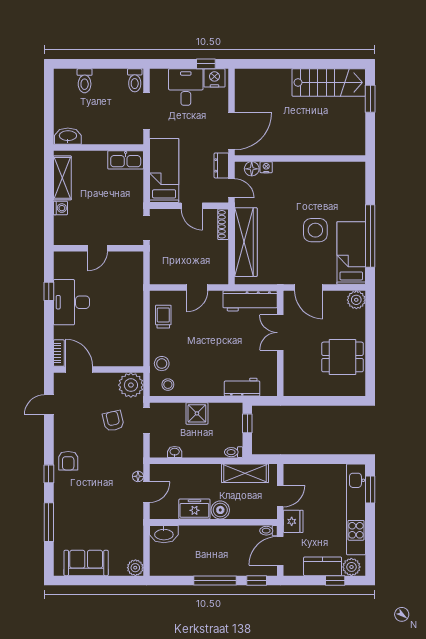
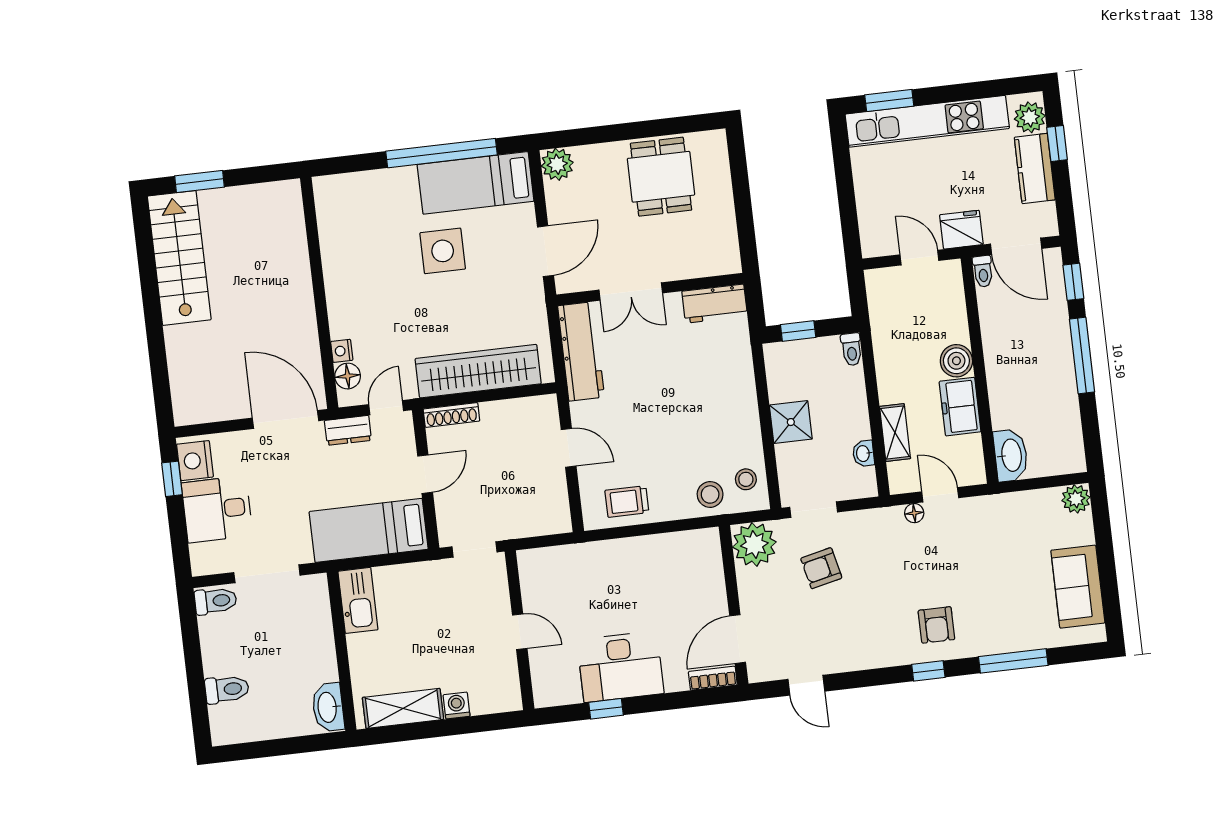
workbench: (242, 387) -> (715, 304), moved, turned -90
armchair: (68, 461) -> (936, 625), moved, turned 90
shelving: (245, 473) -> (895, 433), moved, width x0.67, depth x0.75

